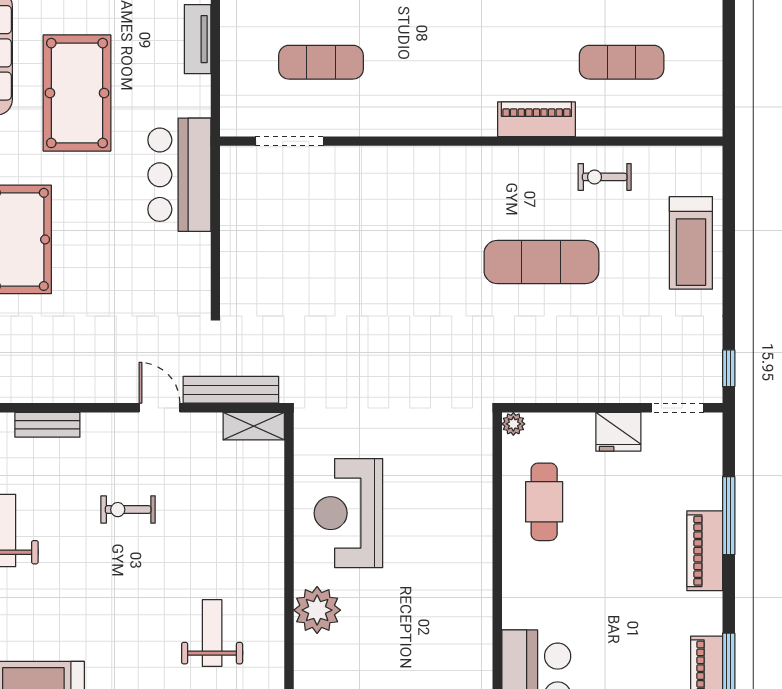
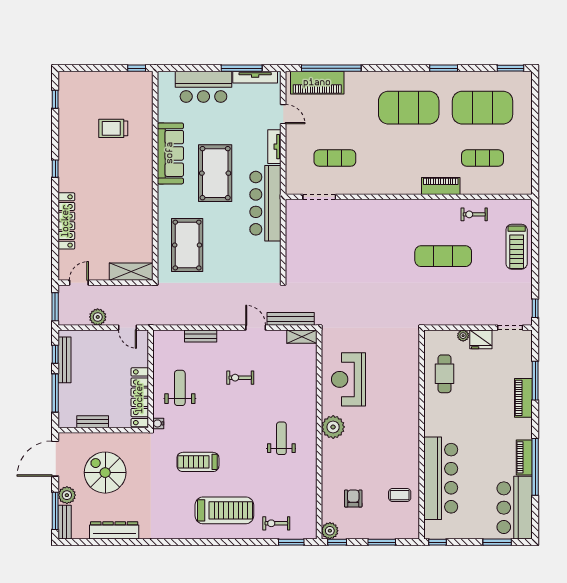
bar counter: (179, 175) -> (265, 203), width x1.36
plant: (513, 424) -> (463, 336), moved

